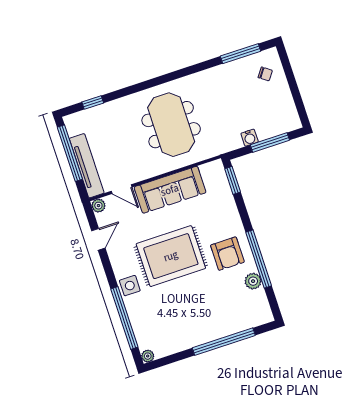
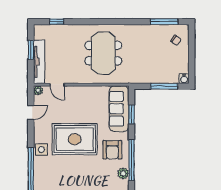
water cooler: (250, 138) -> (184, 79), moved
window: (70, 153) -> (31, 50), width x0.47
window: (233, 180) -> (132, 114), moved
sofa: (170, 190) -> (119, 109), moved, turned 90

